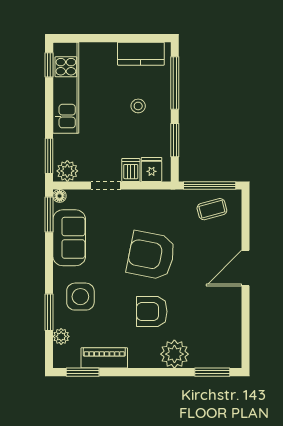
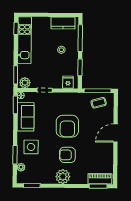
dishwasher: (131, 170) -> (57, 82), removed
armchair: (151, 255) -> (67, 126), turned -101
plant: (174, 354) -> (63, 177), moved
piano: (104, 358) -> (100, 179), moved

